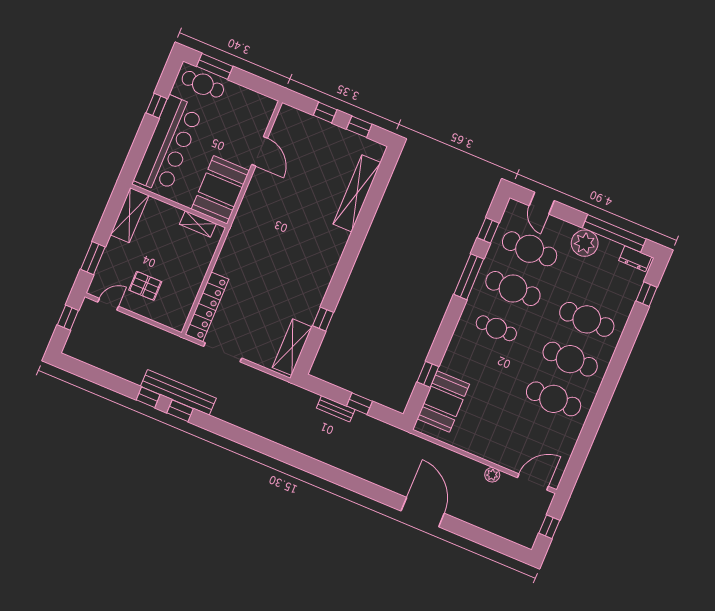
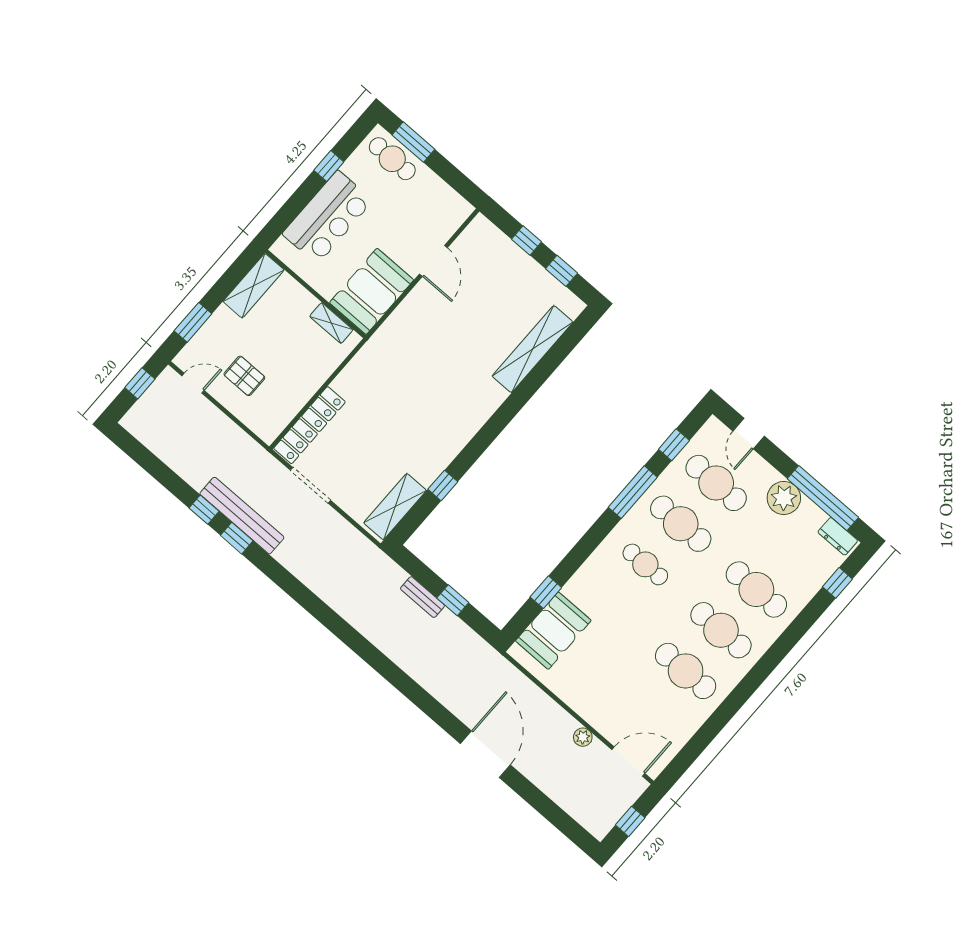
bar counter: (169, 145) -> (328, 217), width x0.73

